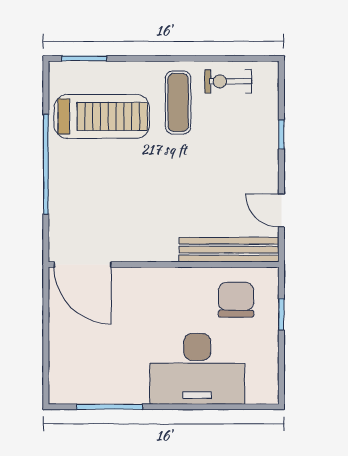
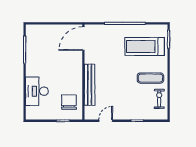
treadmill: (102, 116) -> (145, 46), turned 90
bench: (229, 250) -> (90, 85), moved
chair: (236, 300) -> (69, 102), turned -90
desk: (197, 369) -> (37, 91), width x0.73, depth x0.77

